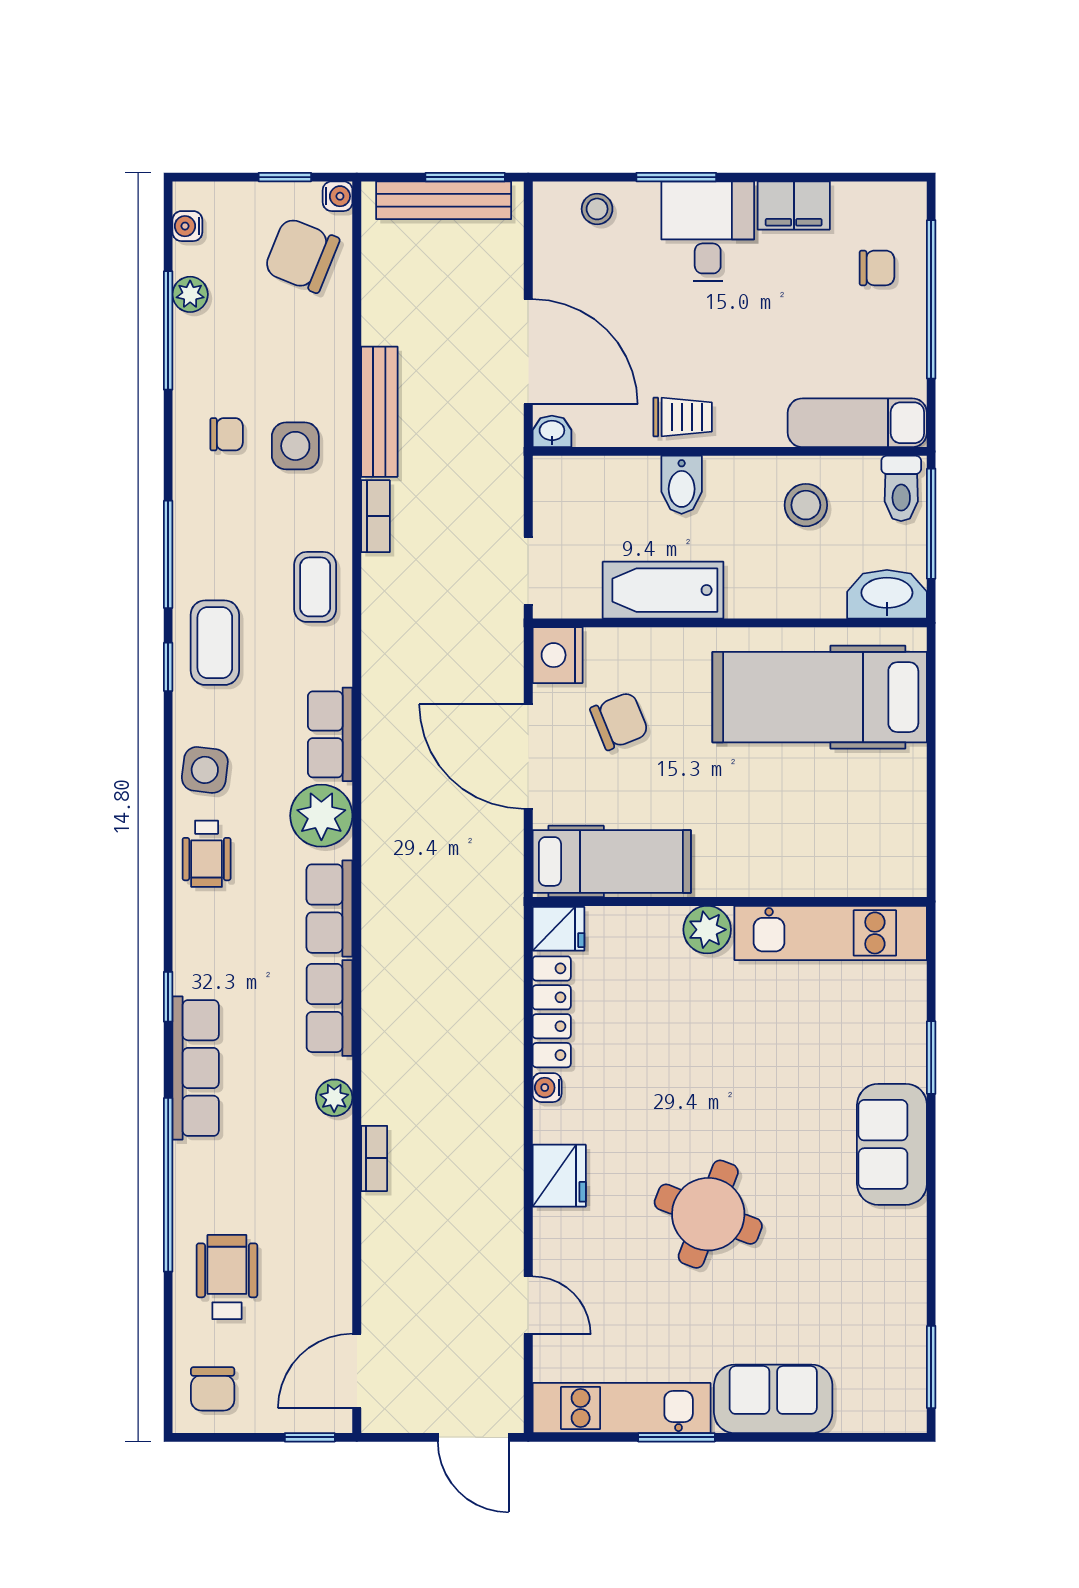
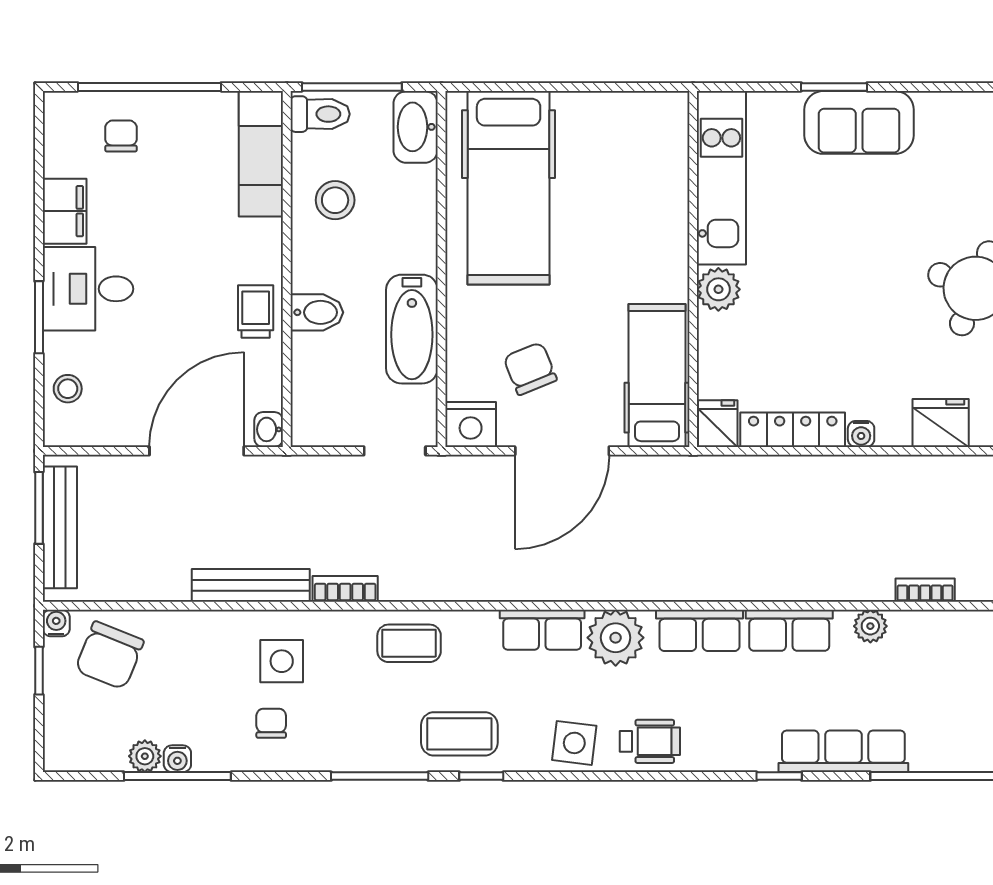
water cooler: (187, 226) -> (177, 759), moved
sofa: (892, 1144) -> (859, 122), moved

